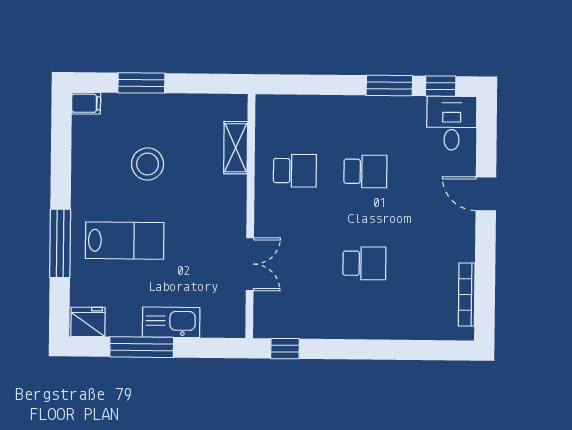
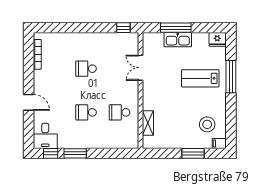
stool: (148, 164) -> (207, 124), moved
window: (142, 347) -> (176, 28), moved

